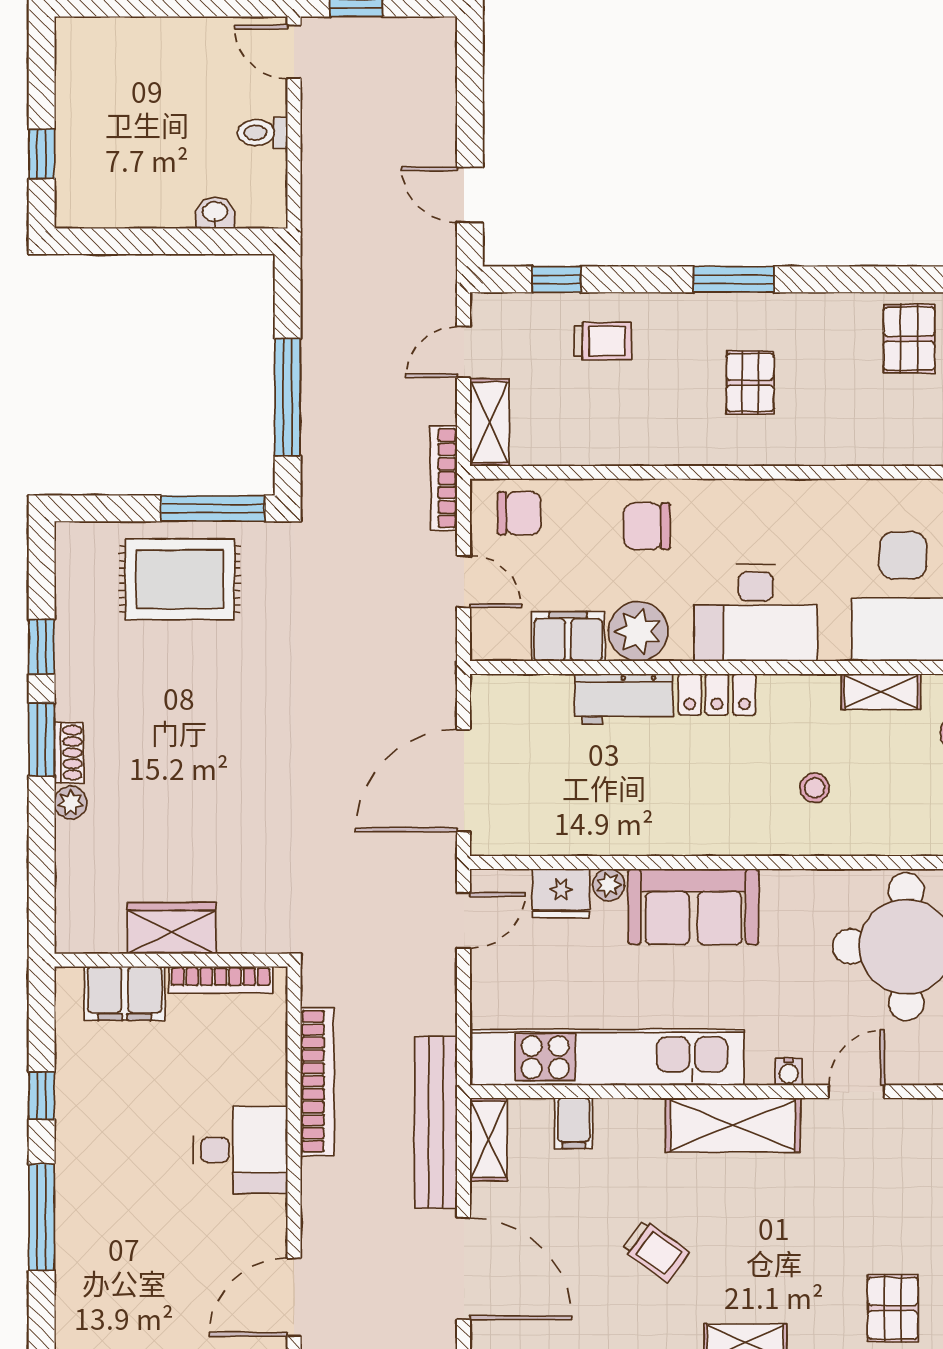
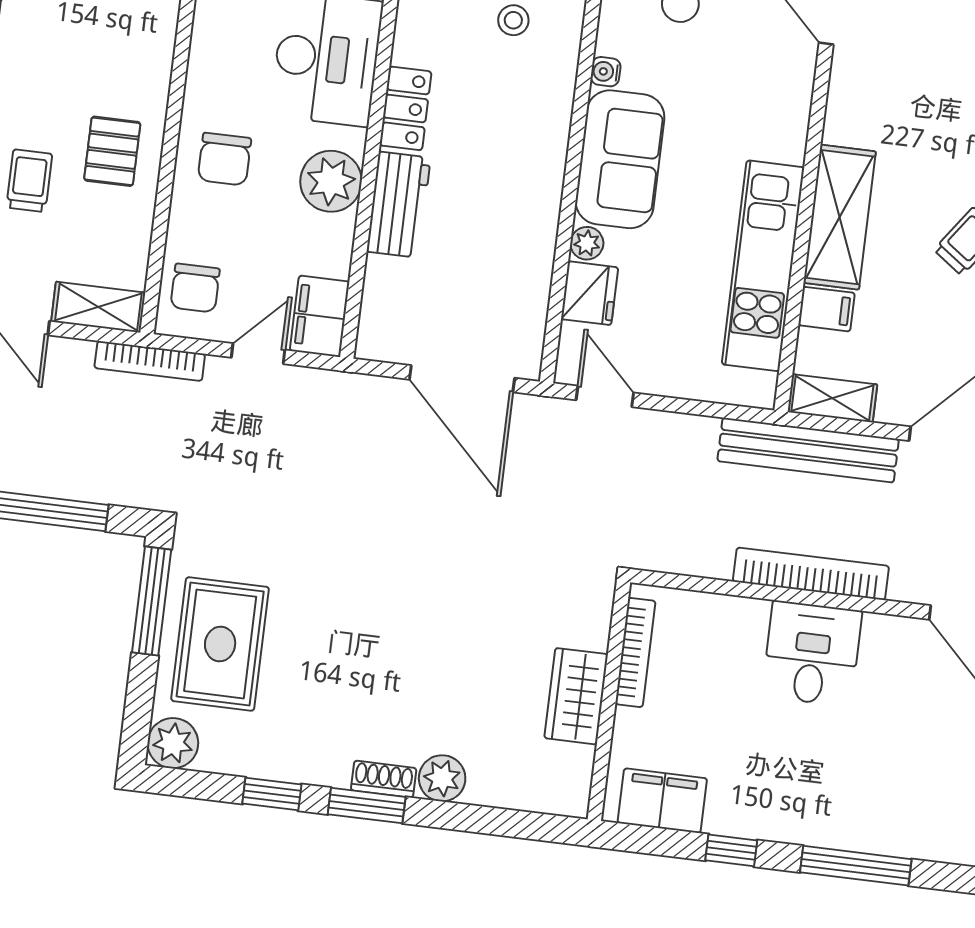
pallet: (750, 383) -> (112, 151), moved, turned 90
chair: (519, 513) -> (195, 288), turned 180
plant: (79, 546) -> (173, 743), added
filing cabinet: (568, 636) -> (320, 316), moved
plant: (71, 803) -> (442, 778), width x1.38, depth x1.38
filing cabinet: (125, 993) -> (662, 801), moved, turned -90
kitchen unit: (608, 1057) -> (763, 266), width x0.73
water cooler: (789, 1072) -> (606, 72), moved, turned 180
bookcase: (317, 1081) -> (811, 574), moved
shelving: (733, 1125) -> (840, 217), moved

